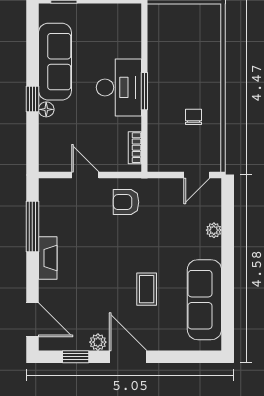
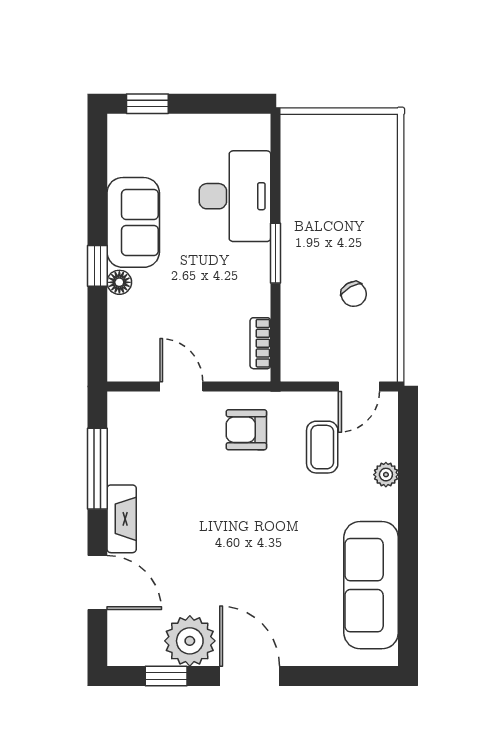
sofa: (55, 62) -> (133, 222), width x0.73
desk: (119, 87) -> (235, 196), moved
chair: (194, 117) -> (354, 294), turned 150
coffee table: (147, 289) -> (322, 447), moved
door: (32, 320) -> (97, 583), moved
plant: (98, 342) -> (190, 641), width x1.88, depth x1.88

